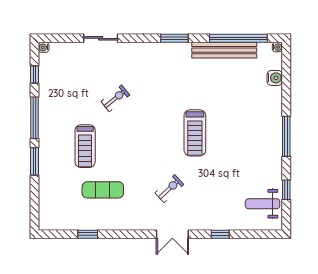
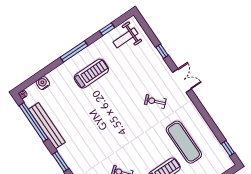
treadmill: (195, 133) -> (91, 74), moved
exercise mat: (103, 190) -> (184, 142), width x1.36, depth x1.45
weight bench: (263, 204) -> (126, 38), turned 90
window: (88, 234) -> (228, 148), moved

